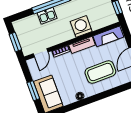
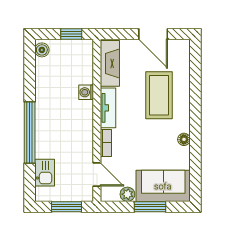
kitchen sink: (47, 16) -> (45, 173), moved
washing machine: (81, 26) -> (86, 92), width x0.53, depth x0.53
plant: (36, 75) -> (127, 194), added

